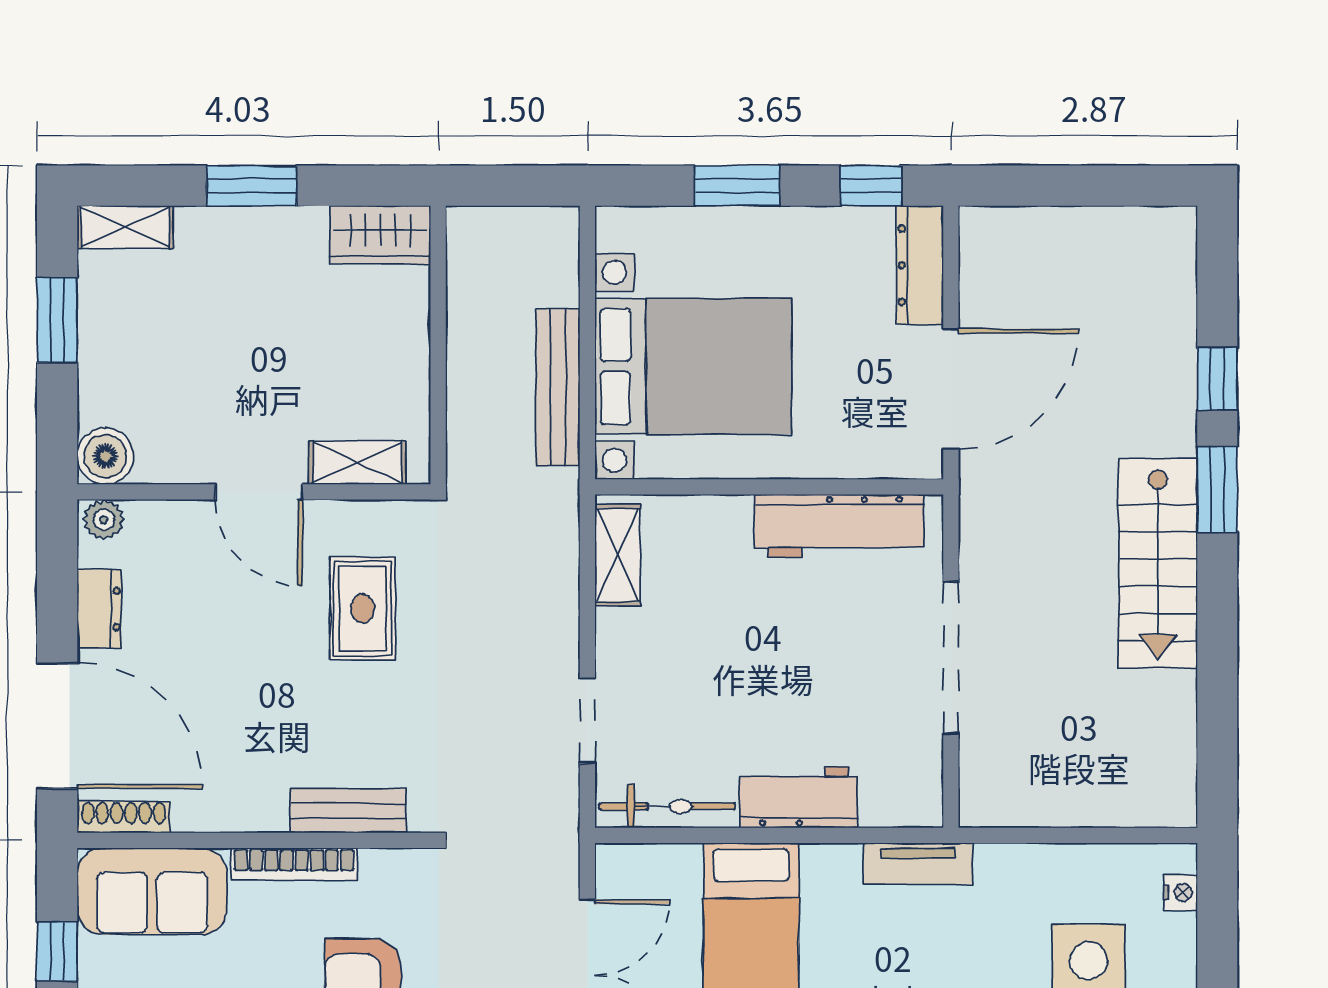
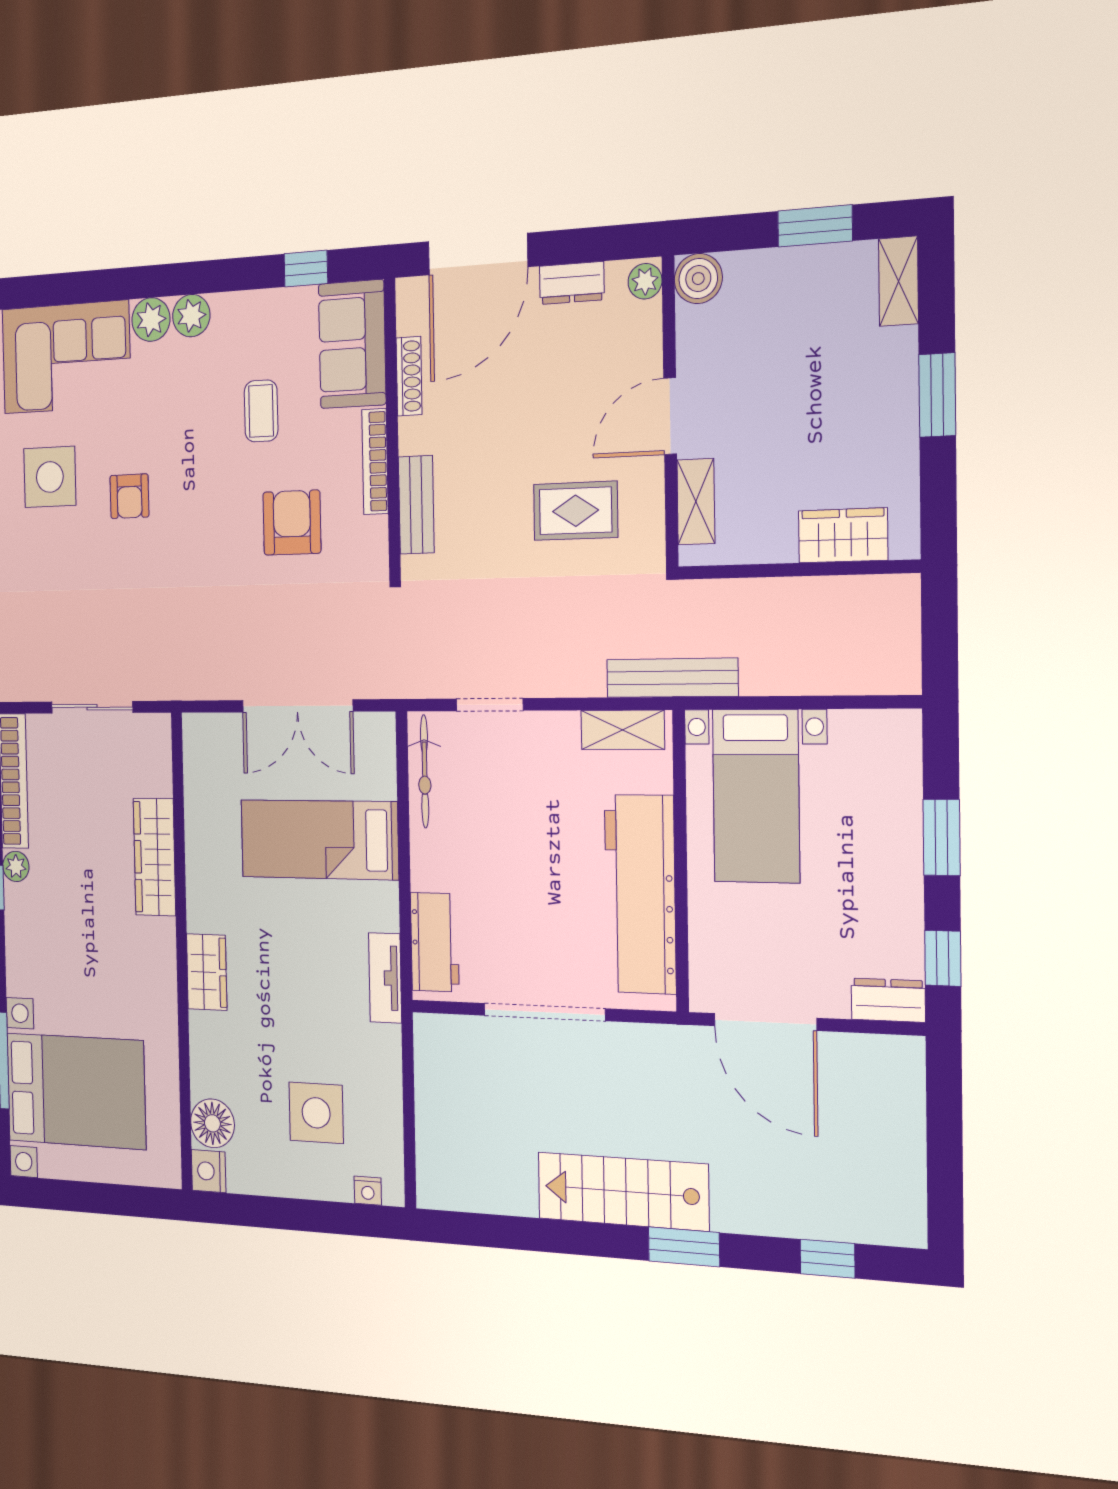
wardrobe: (380, 235) -> (843, 535), moved, turned 90
dresser: (920, 265) -> (888, 1000), width x0.70
bed with nightstands: (693, 366) -> (756, 796), width x0.73
window: (1217, 379) -> (827, 1259), moved
bench: (558, 387) -> (672, 678), moved
workbench: (839, 526) -> (640, 894), width x1.36, depth x1.32
workbench: (799, 797) -> (435, 942), moved
shoe rack: (124, 817) -> (409, 376), moved

